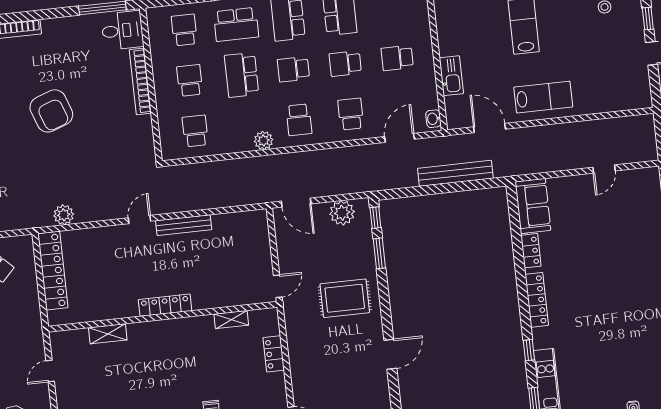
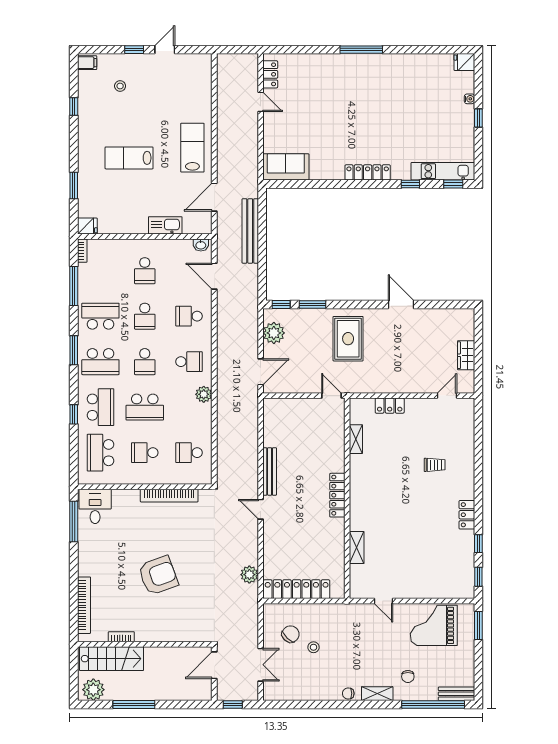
school desk: (184, 30) -> (100, 453), width x1.85
bookcase: (140, 81) -> (169, 496), moved
locker: (531, 251) -> (270, 74), moved, turned 90

